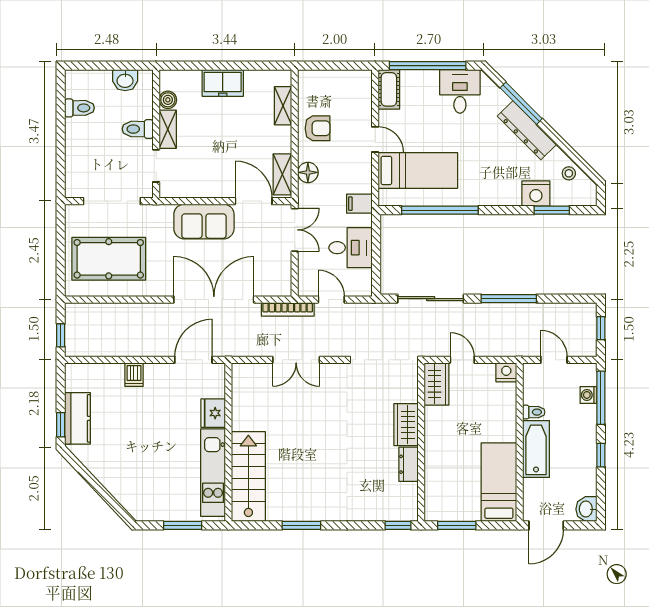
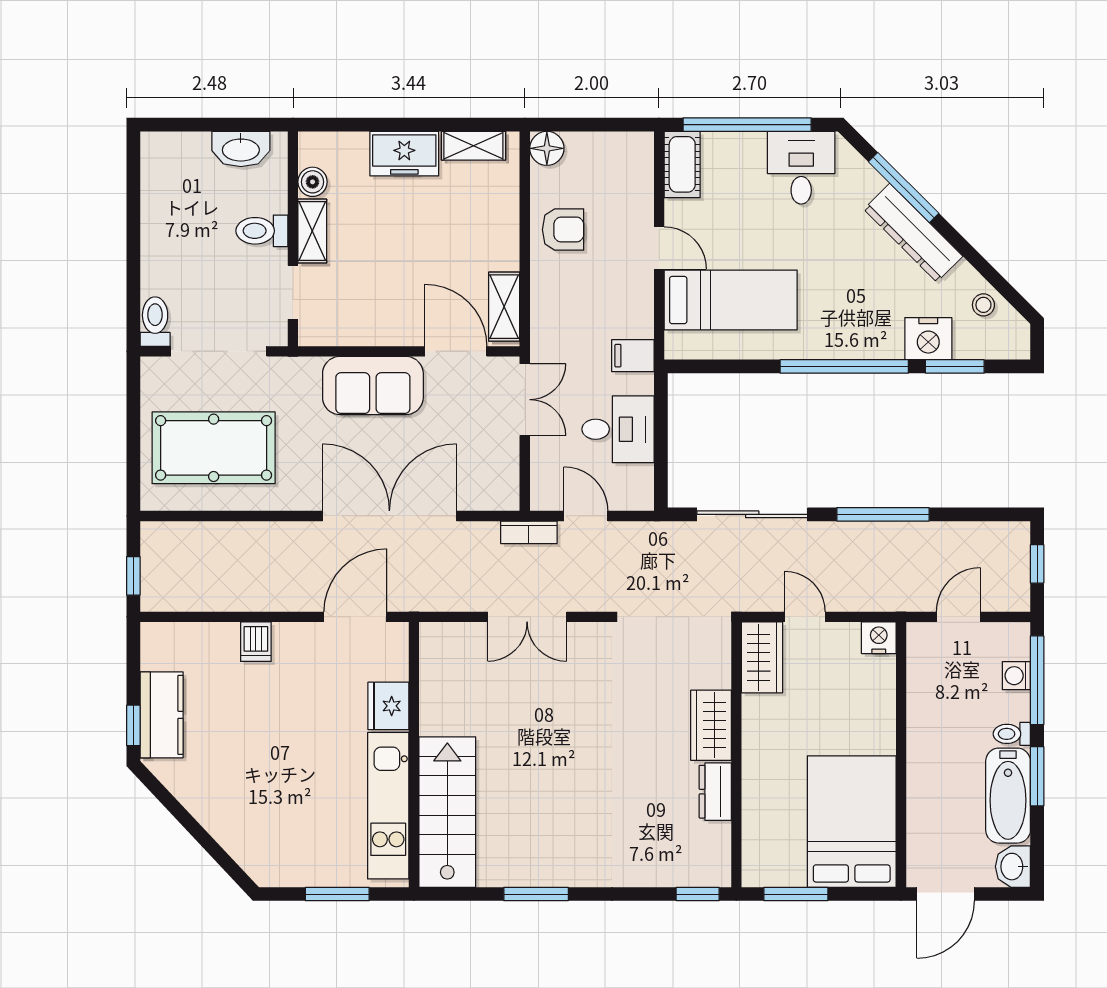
washbasin: (125, 80) -> (241, 149), width x1.38
shelving: (283, 106) -> (473, 146), moved, turned 90
toilet: (80, 108) -> (155, 322), moved, turned -90
floor lamp: (308, 172) -> (547, 148), moved
window: (440, 210) -> (844, 366), moved
bookcase: (288, 309) -> (529, 532), width x0.64
door: (554, 360) -> (958, 617), hinge flipped
toilet: (534, 412) -> (1012, 734), moved, turned 180
bathtub: (536, 449) -> (1008, 796), moved, turned 180
window: (601, 455) -> (1037, 776), width x1.50
bed: (499, 482) -> (852, 822), width x1.50

